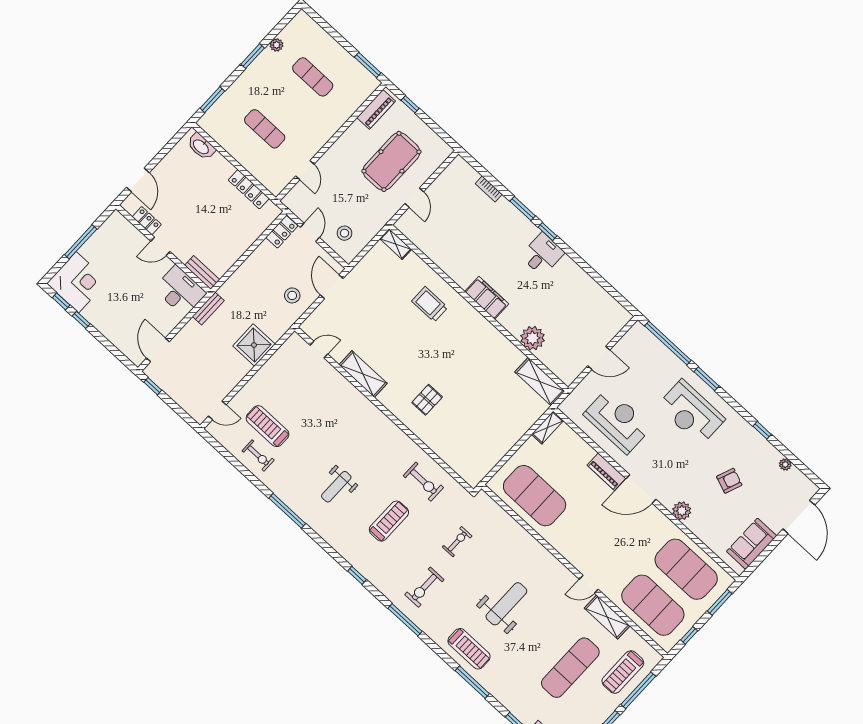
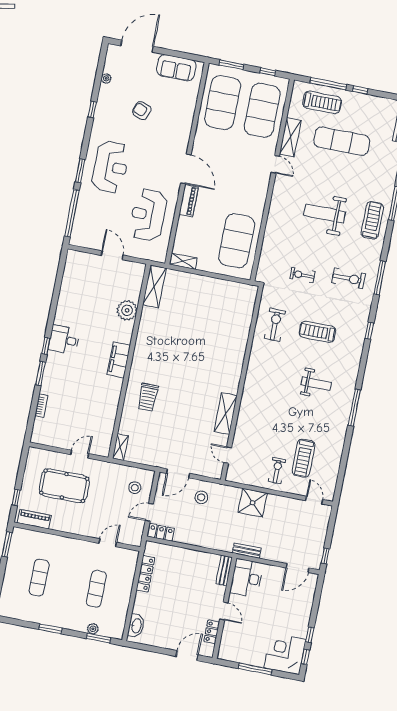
plant: (276, 45) -> (93, 629), moved
pallet: (427, 400) -> (216, 358), removed
exercise bike: (258, 455) -> (277, 471), moved
plant: (682, 511) -> (183, 131), removed

